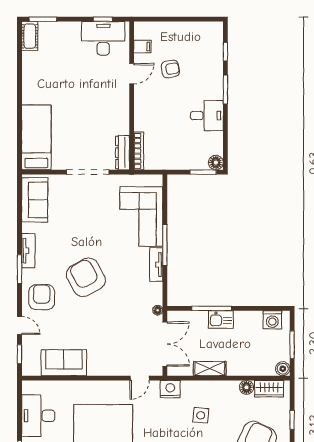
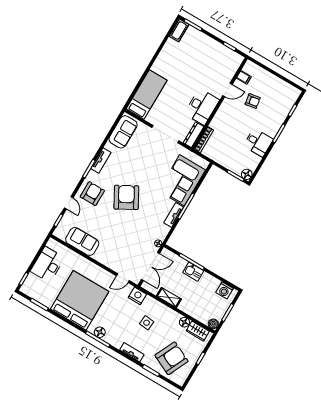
desk: (103, 38) -> (202, 107), moved, turned 90

